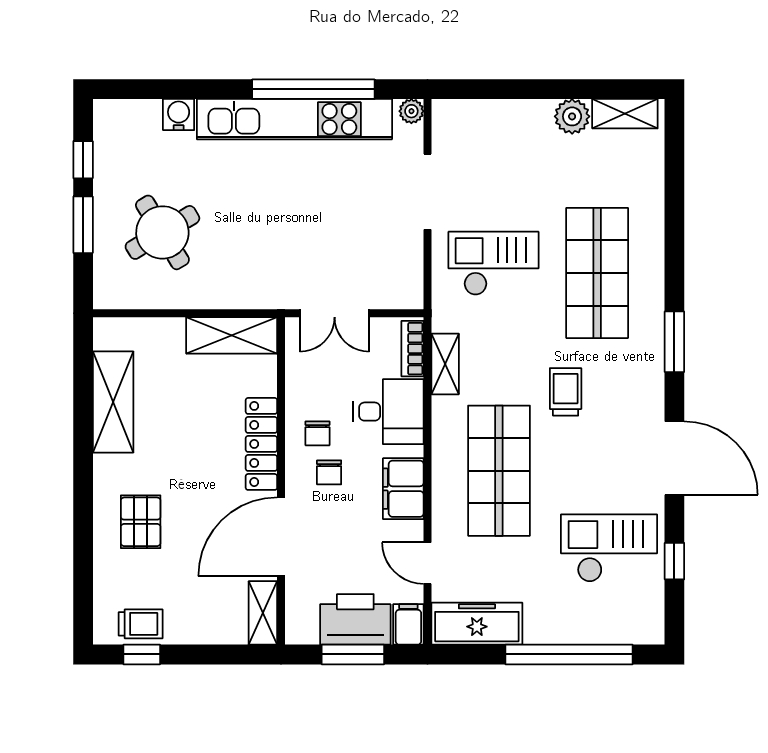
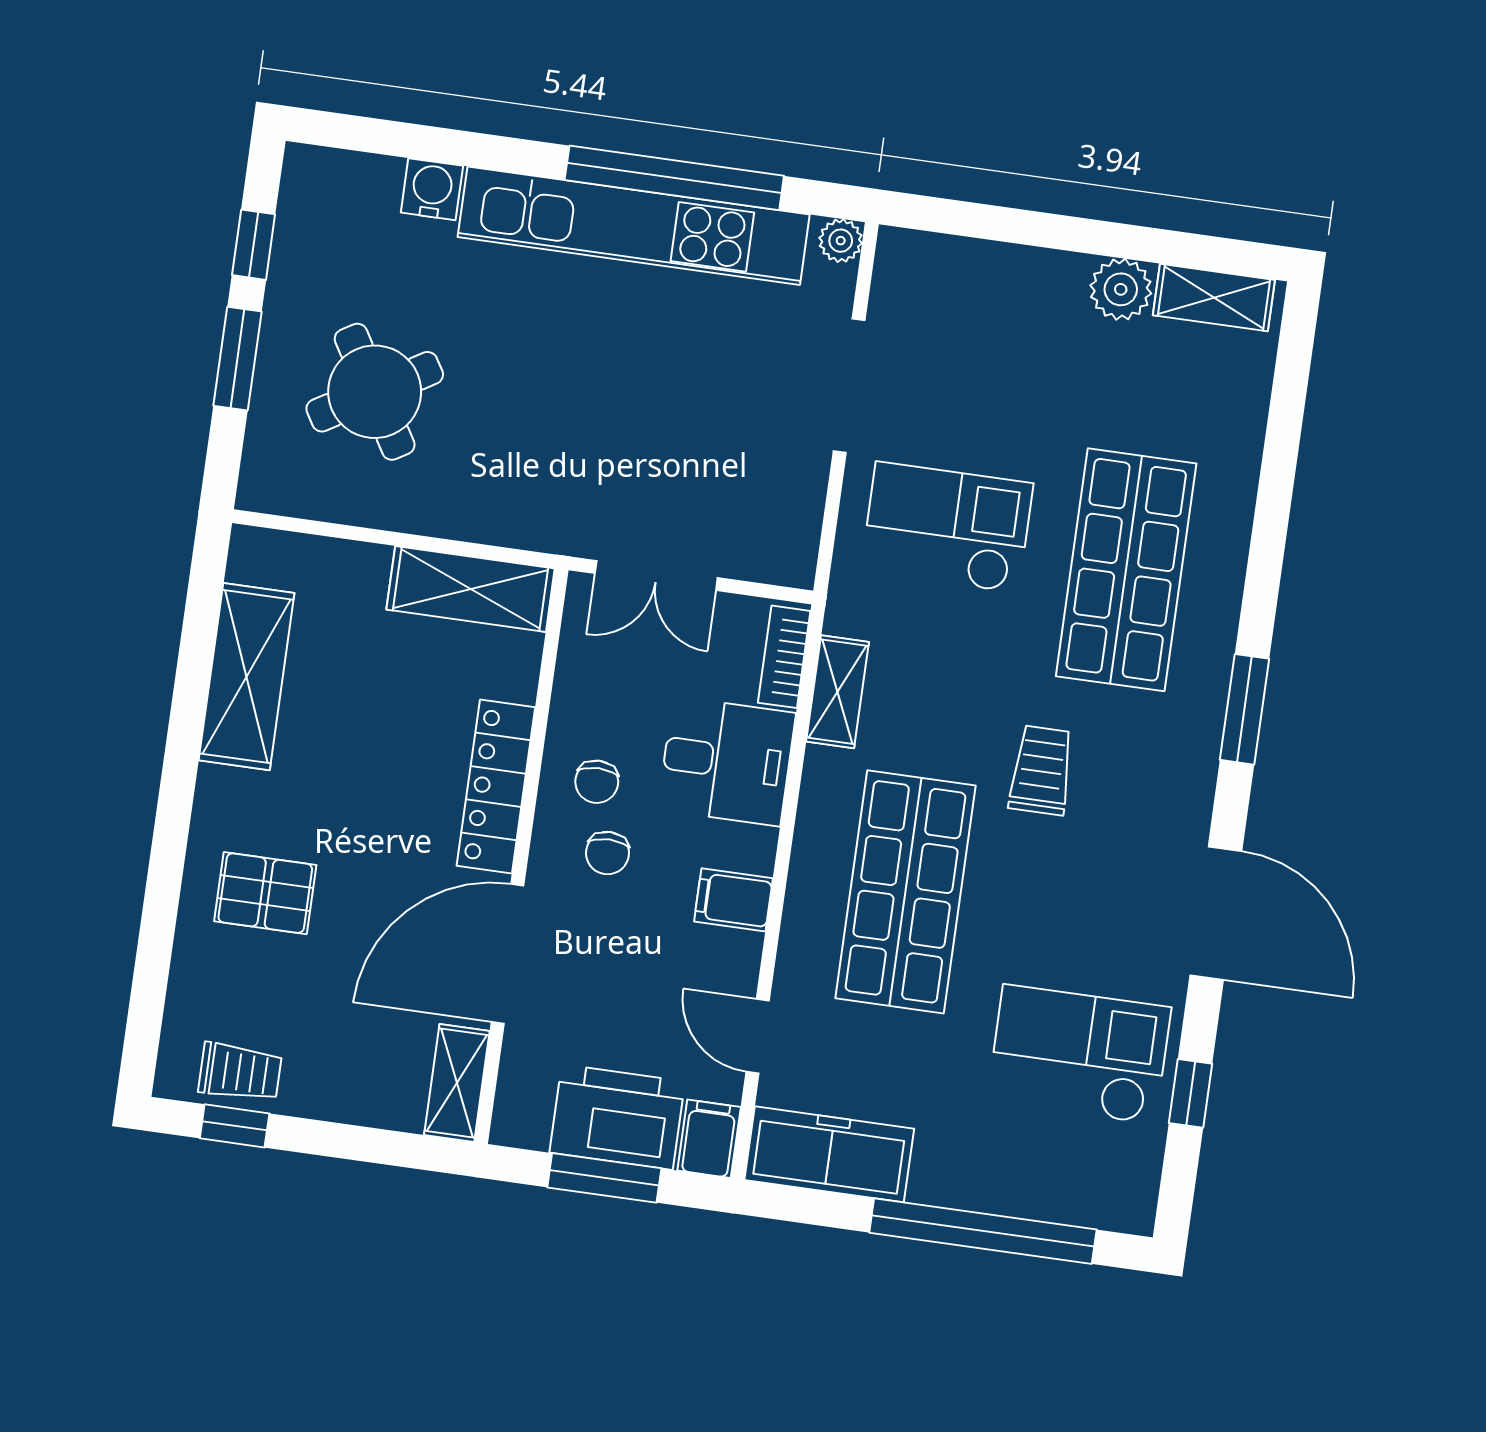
filing cabinet: (403, 489) -> (733, 900), width x0.50
pallet: (141, 522) -> (265, 893), turned 90

